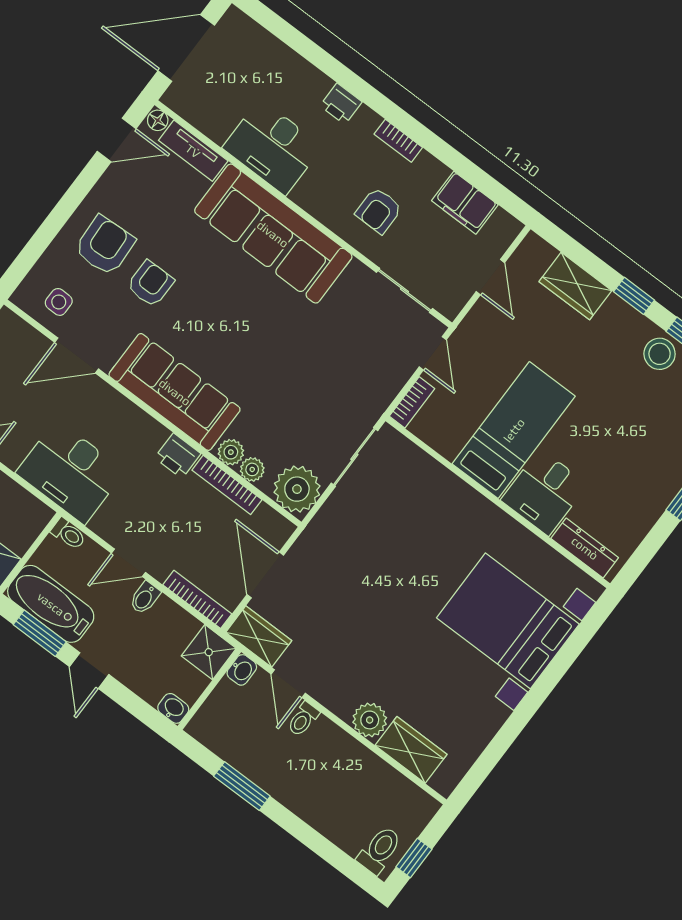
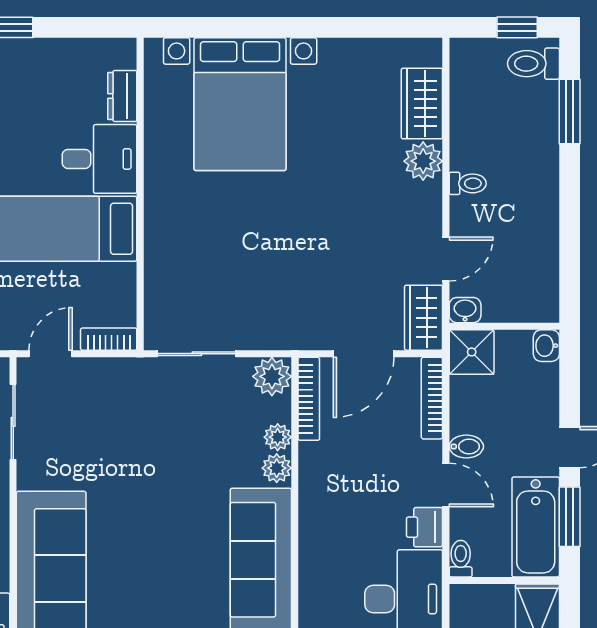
printer: (178, 456) -> (425, 527), moved, turned 180
bookcase: (227, 485) -> (309, 399), moved
plant: (297, 489) -> (272, 376), width x0.73, depth x0.73
dresser: (585, 548) -> (122, 96), width x0.70
toilet: (303, 719) -> (468, 183), moved
window: (242, 786) -> (570, 112), moved

